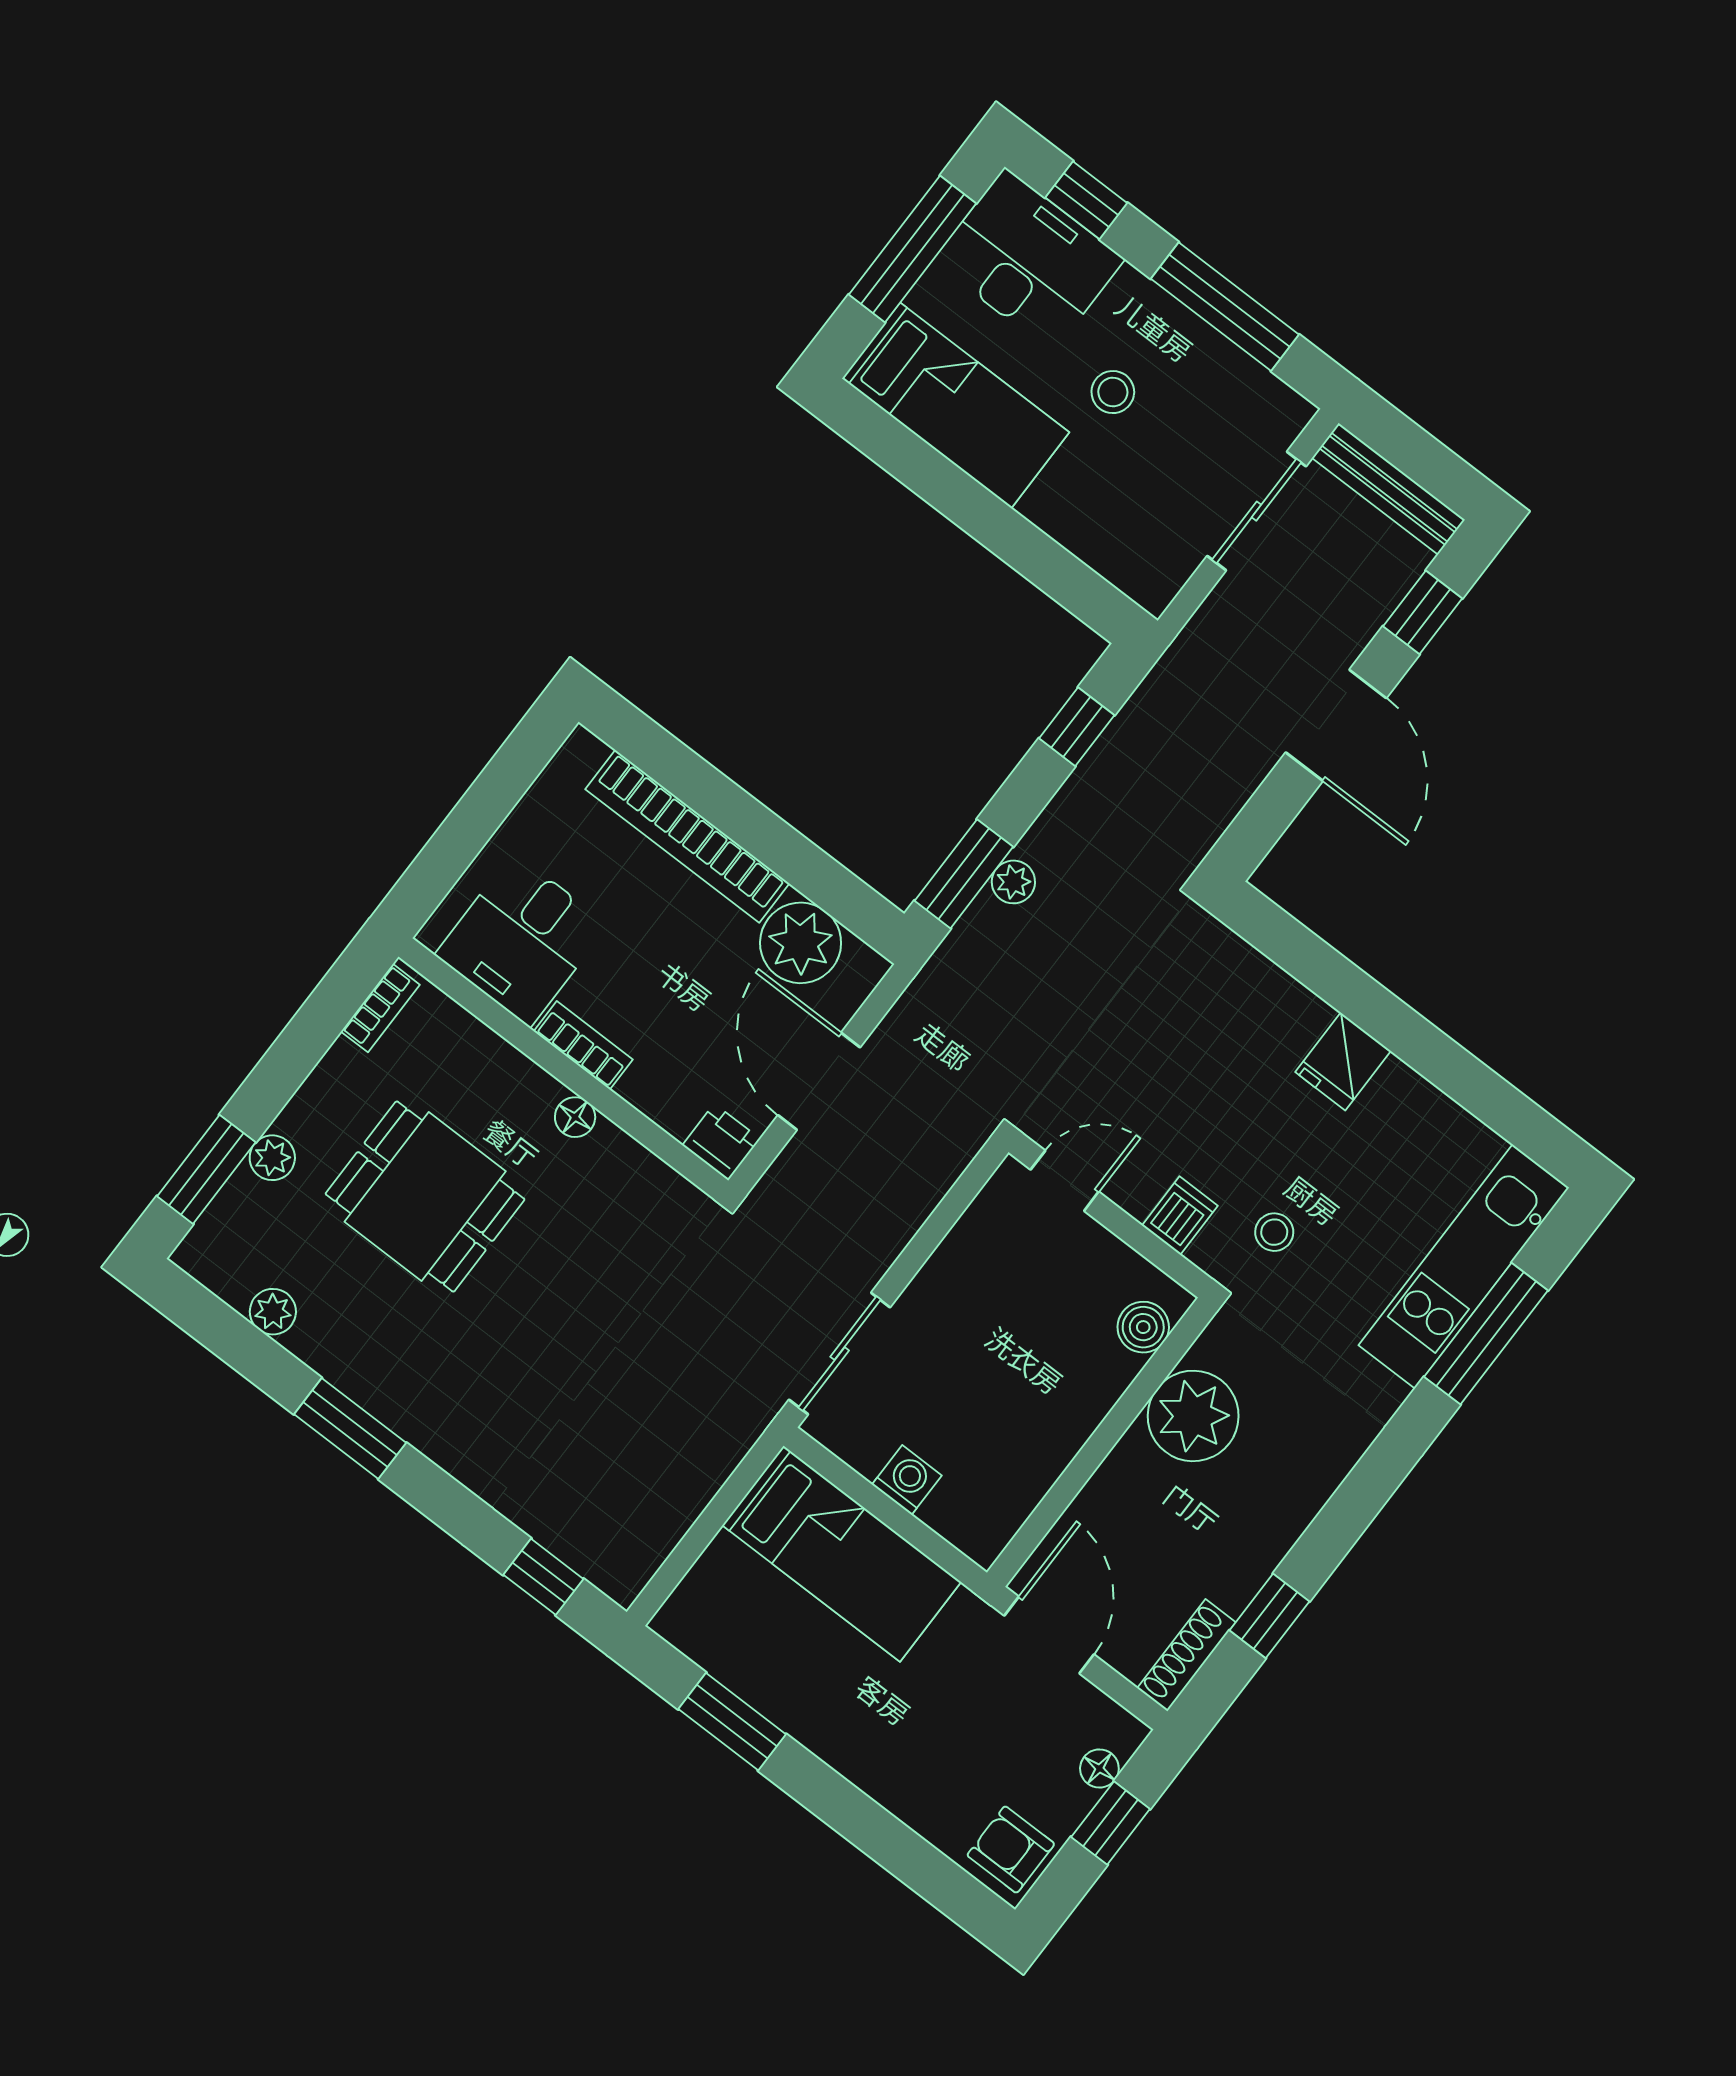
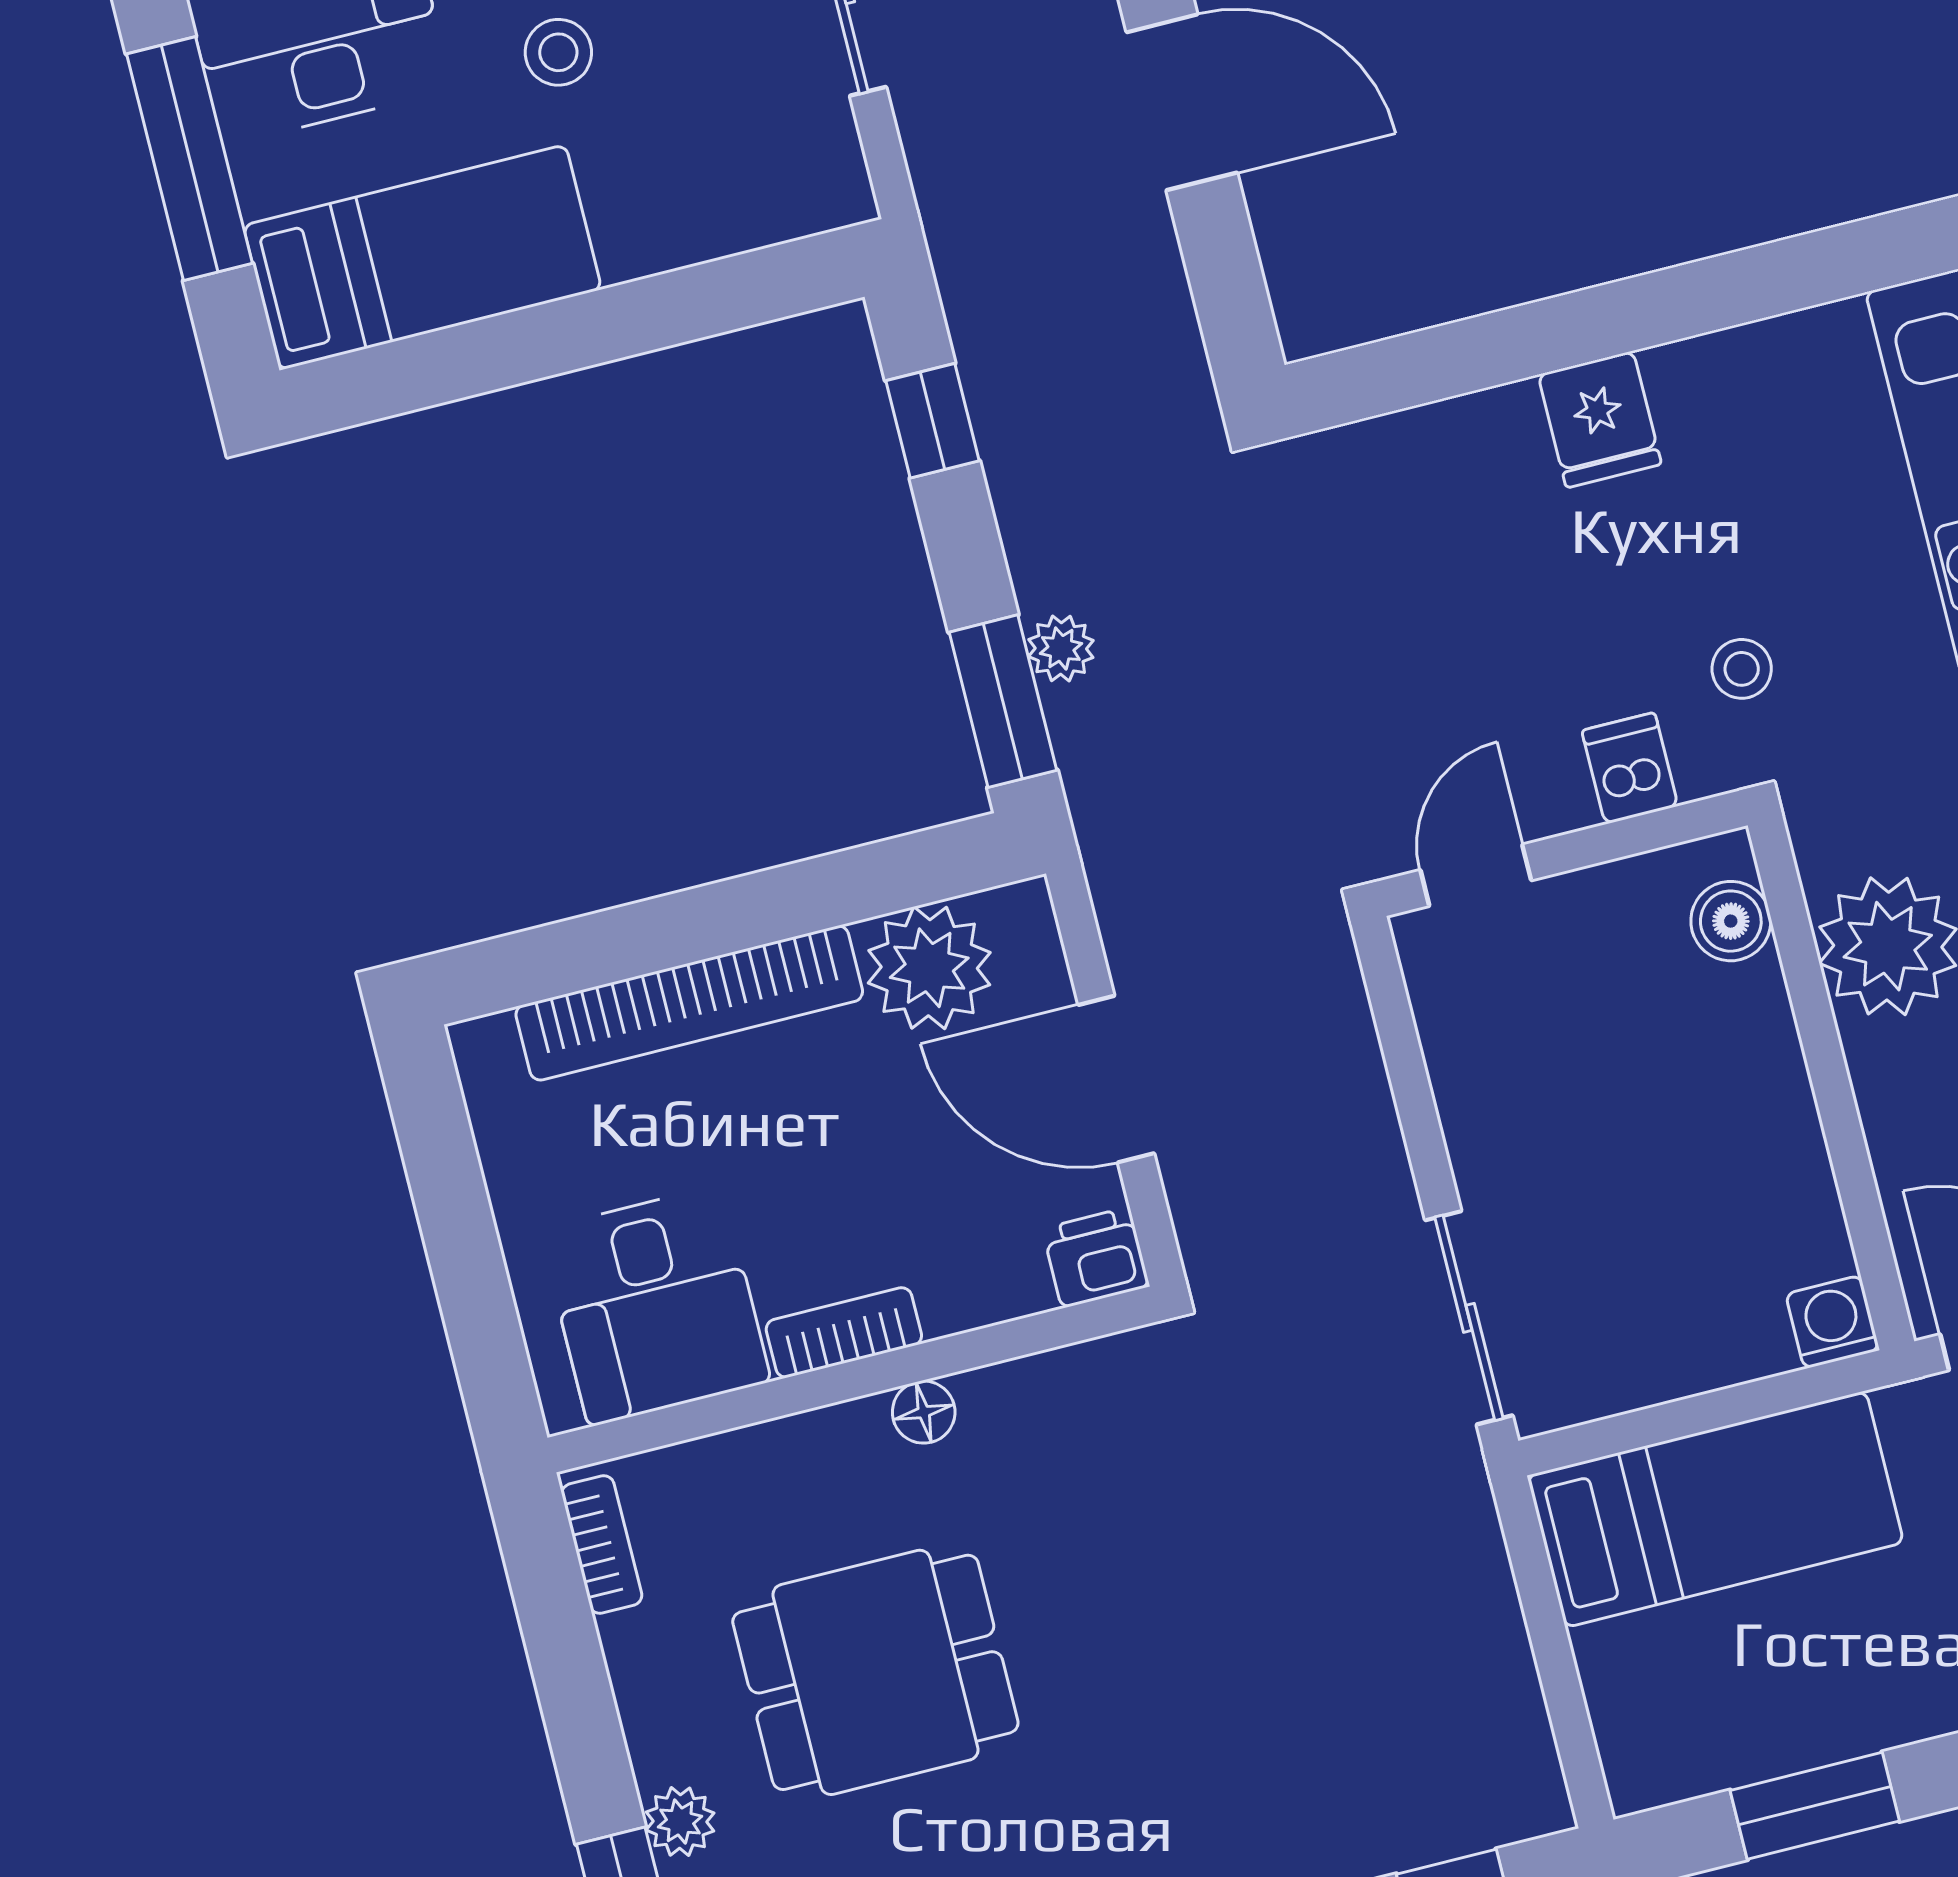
washing machine: (907, 1480) -> (1832, 1322), moved

